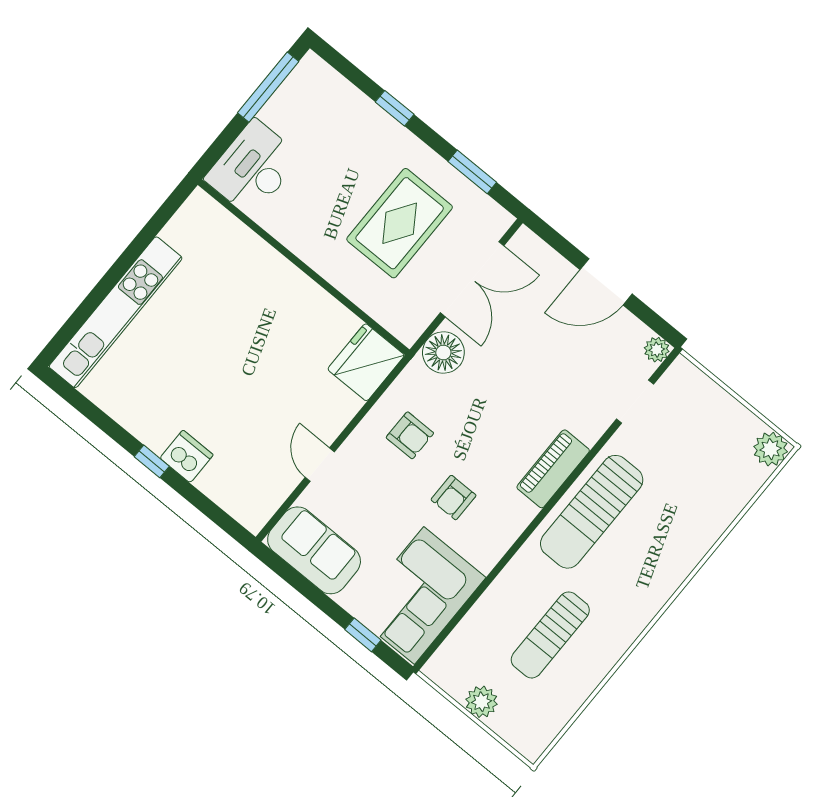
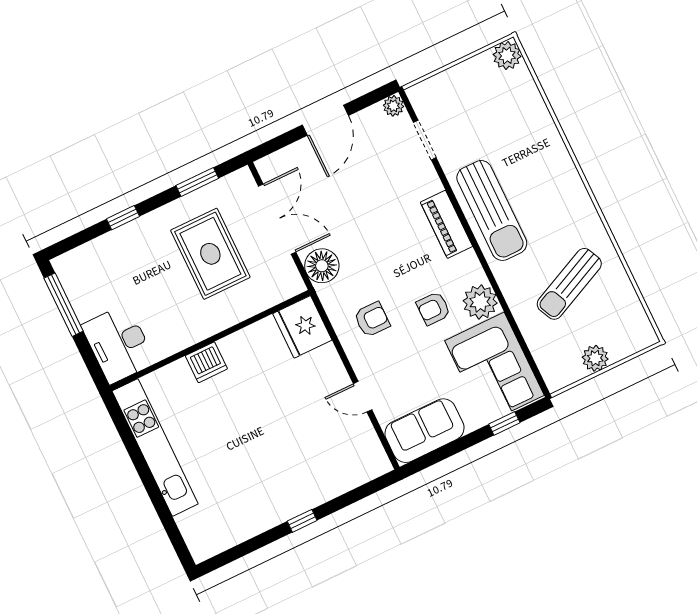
kitchen unit: (116, 312) -> (155, 447), moved
dishwasher: (187, 456) -> (206, 362), moved, turned 180
armchair: (454, 498) -> (433, 308), turned 90
plant: (485, 546) -> (480, 302), added
sun lounger: (550, 635) -> (569, 284), turned 65

